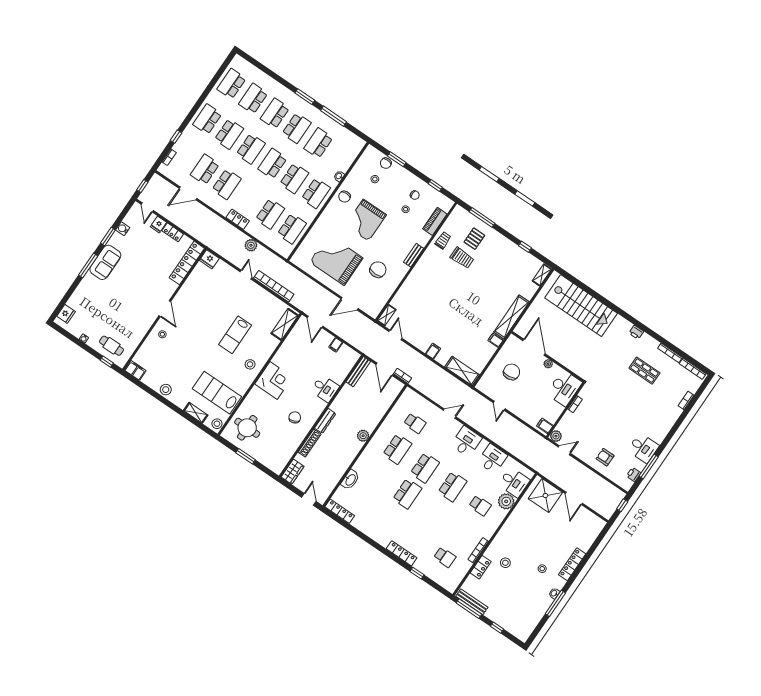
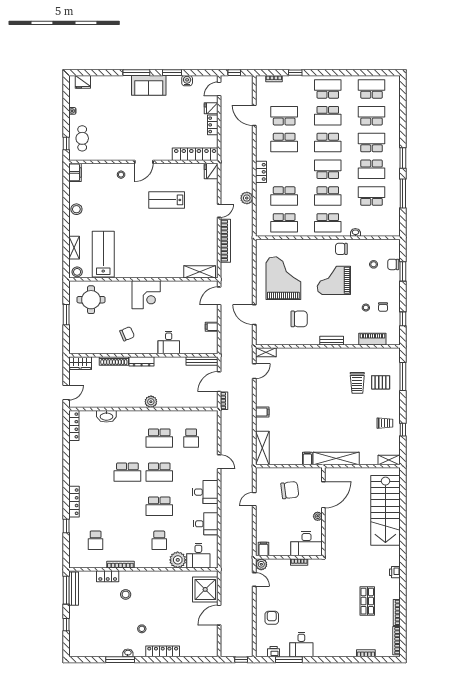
trolley: (443, 240) -> (385, 423), moved
lab bench: (235, 335) -> (167, 200), moved
stool: (250, 364) -> (146, 266), removed

